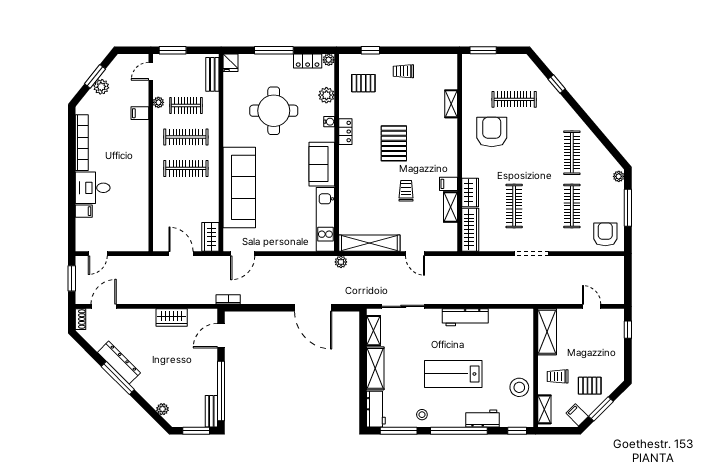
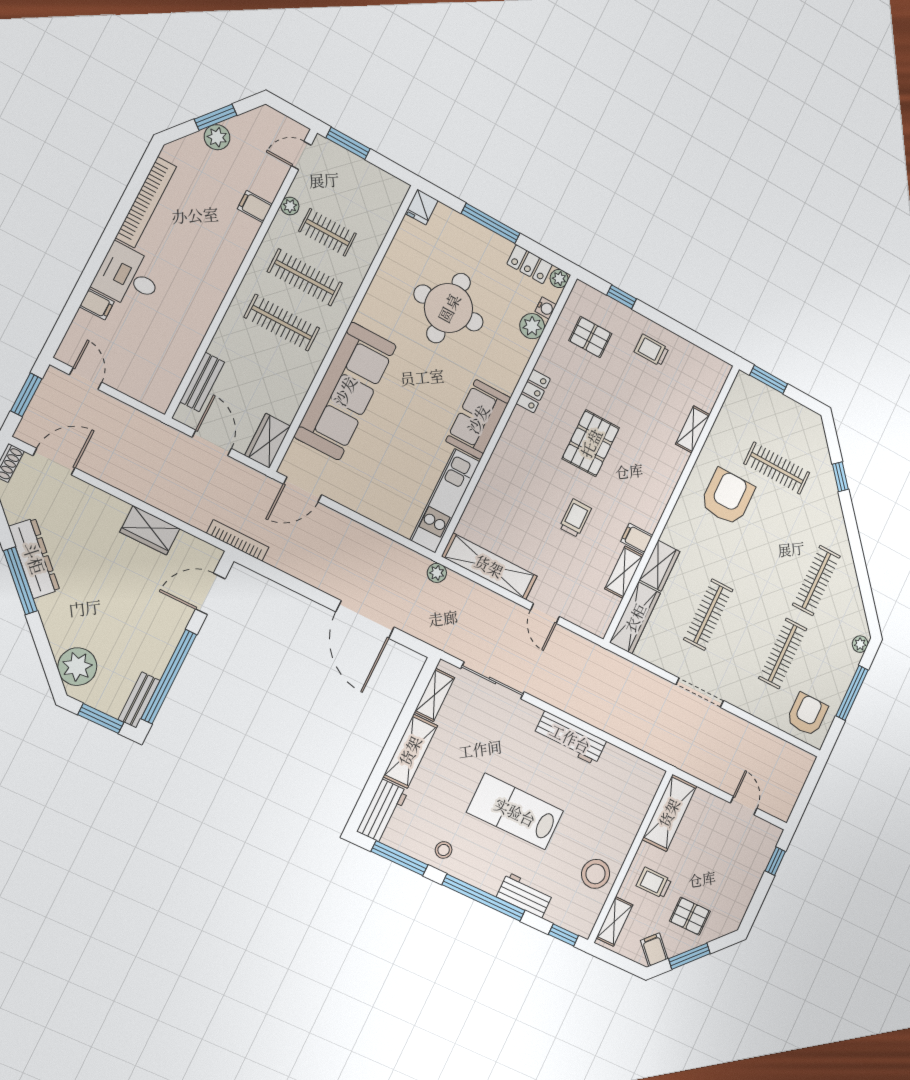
bench: (212, 74) -> (202, 382), moved
water cooler: (329, 122) -> (546, 308), moved
door: (98, 254) -> (86, 378), swing flipped
bookcase: (228, 299) -> (238, 540), width x1.56
plant: (163, 409) -> (77, 667), width x1.88, depth x1.88

